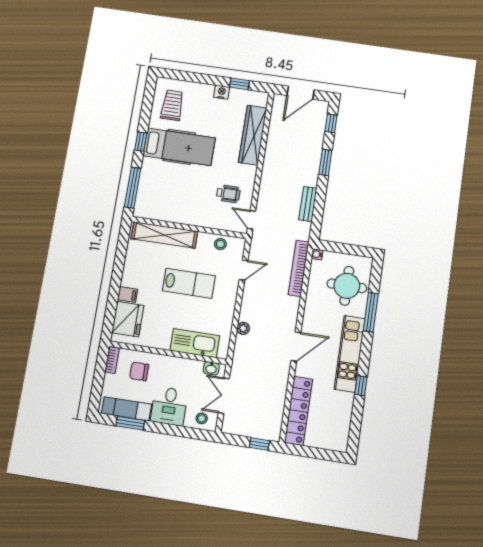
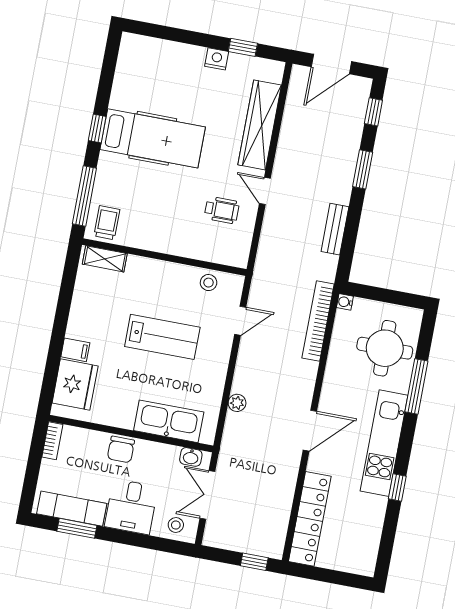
trolley: (172, 105) -> (107, 223), moved, width x0.73, depth x0.72
door: (251, 220) -> (265, 191), moved
shelving: (164, 235) -> (105, 259), width x0.45, depth x0.75
chair: (139, 371) -> (121, 449), moved, turned -90

